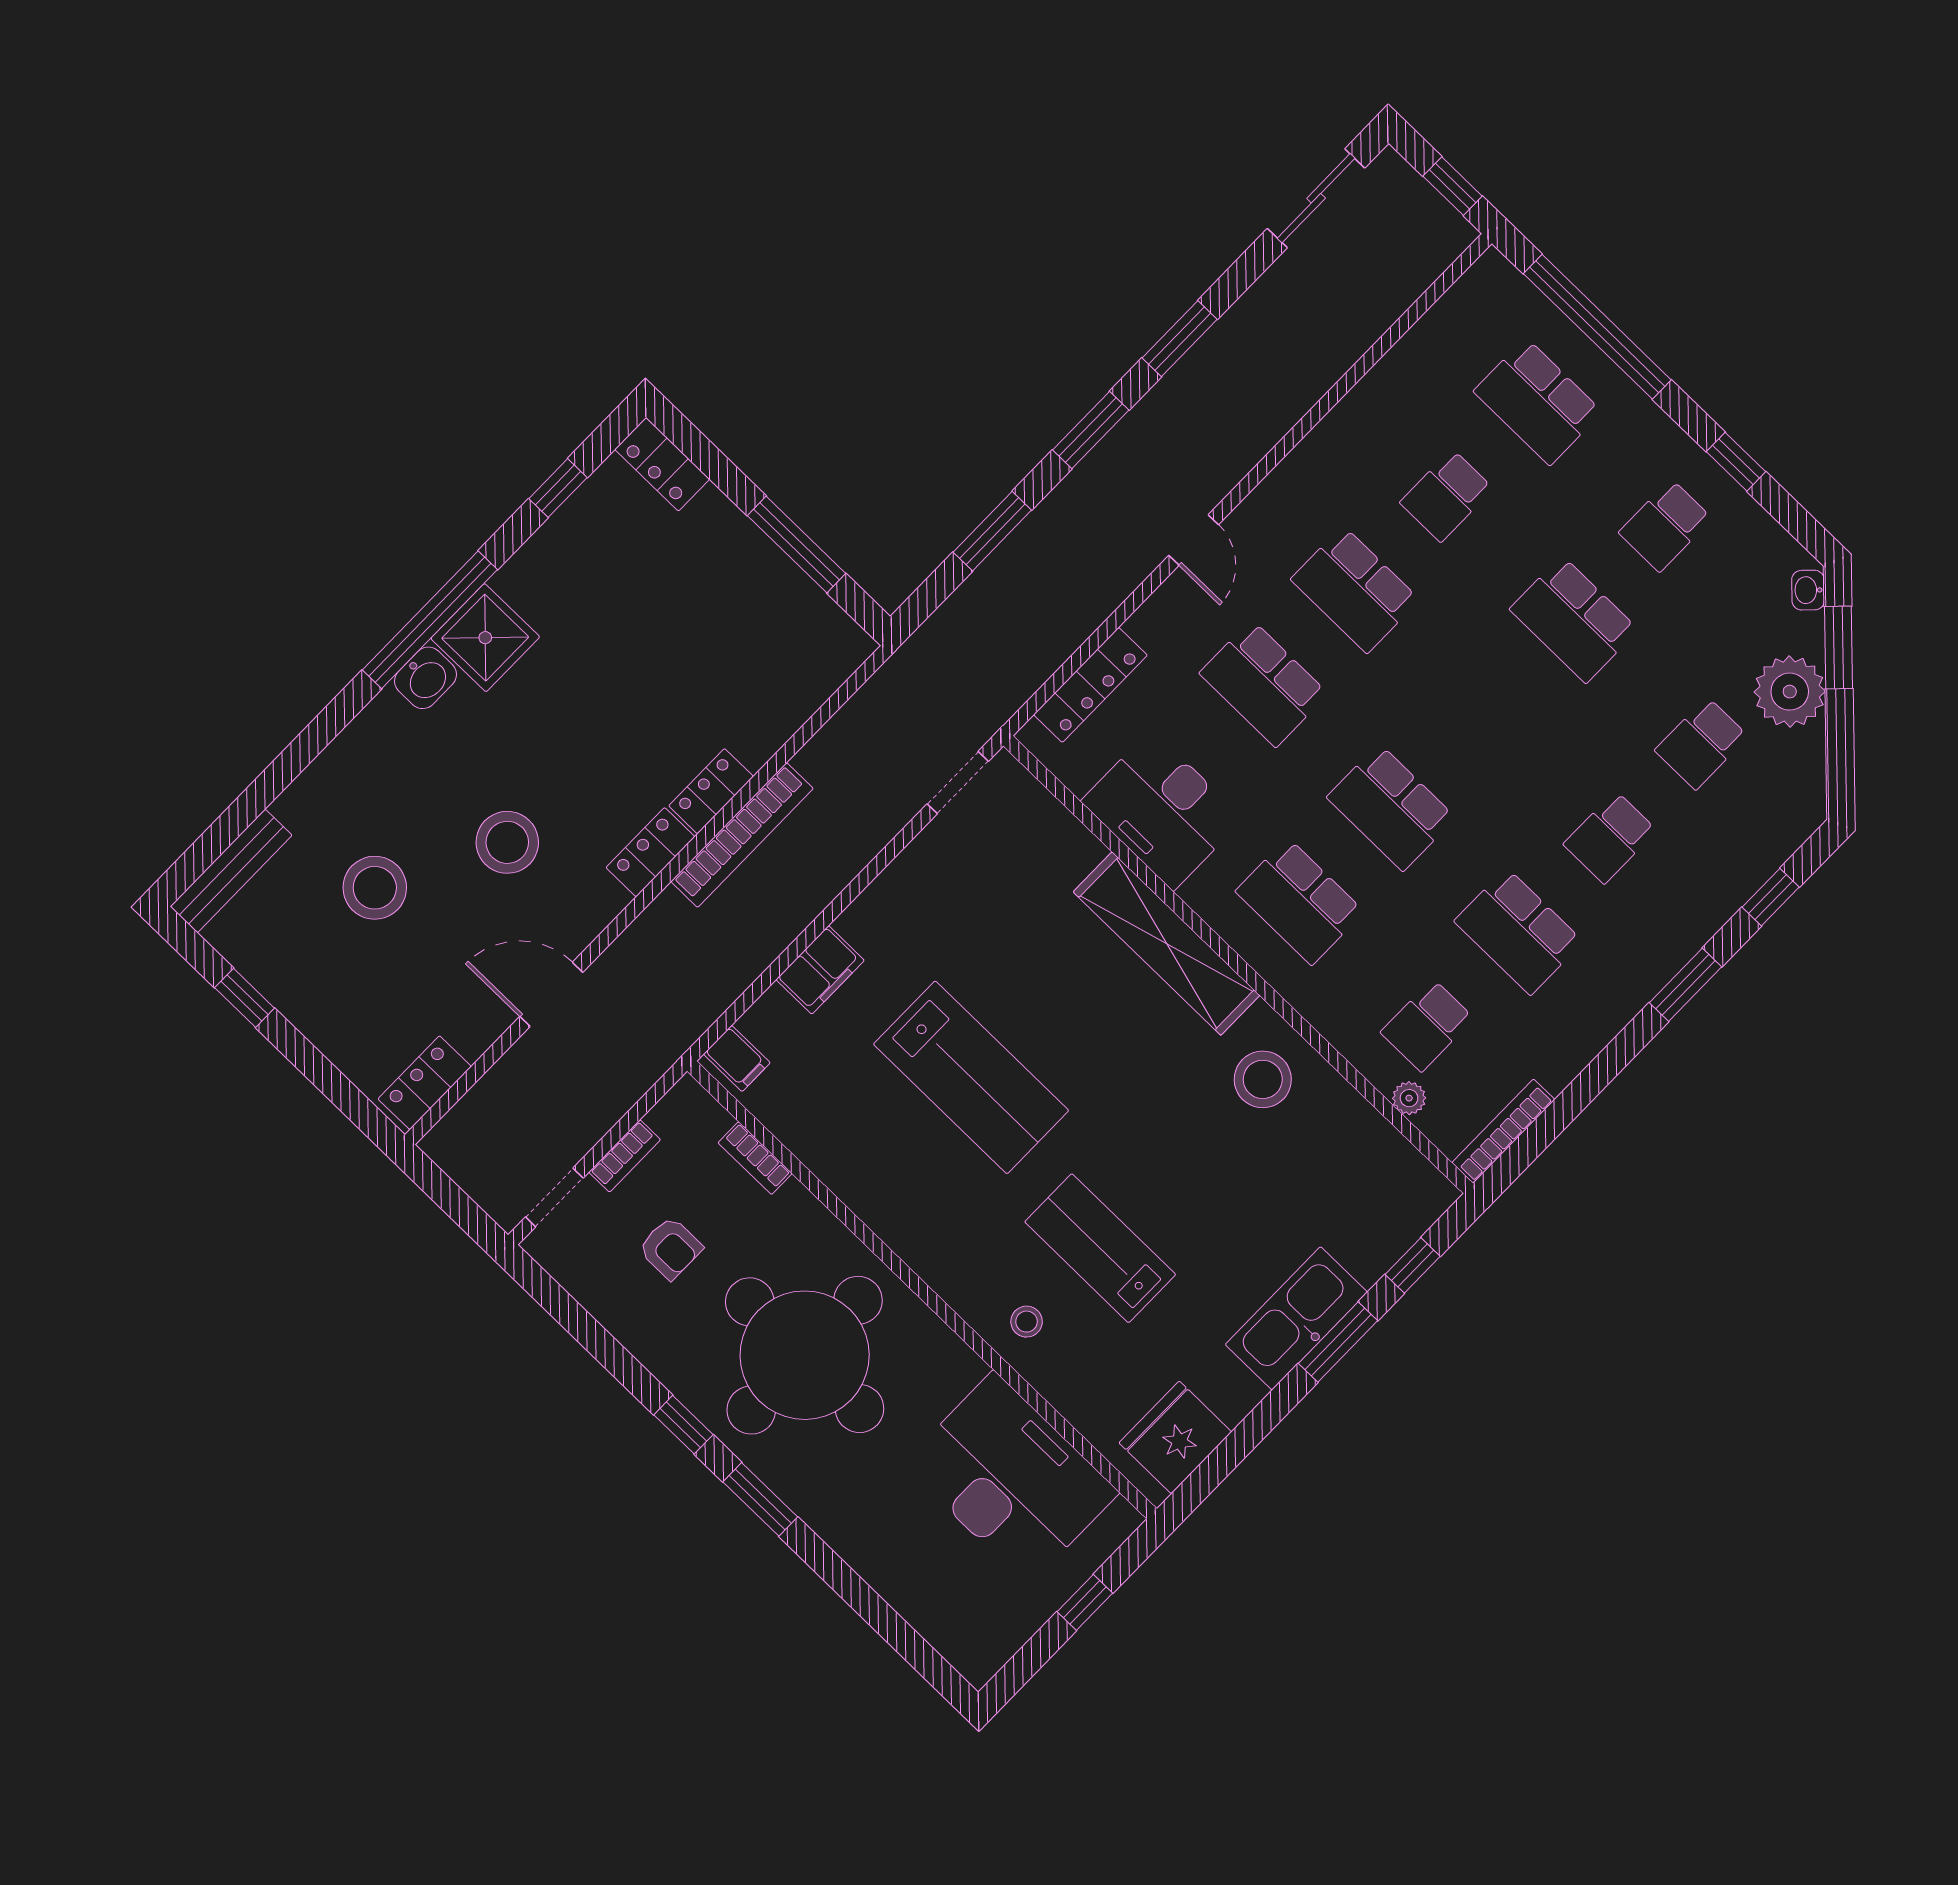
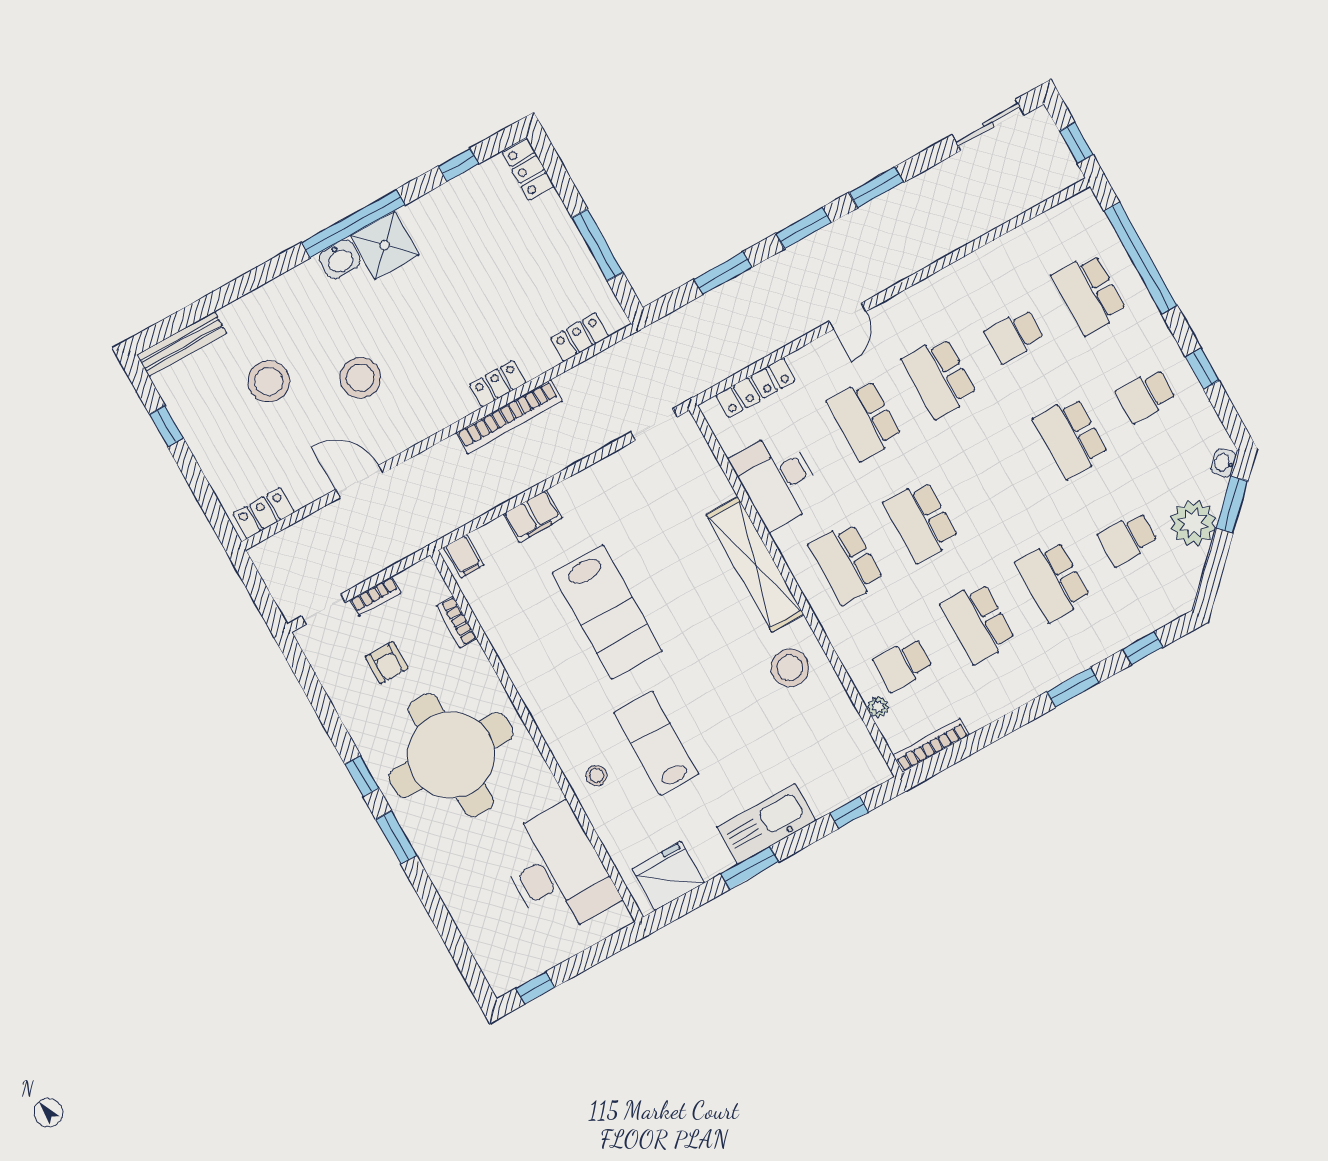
school desk: (1610, 837) -> (1053, 581), width x1.85
locker: (650, 852) -> (580, 337), moved
window: (1338, 1342) -> (750, 868), moved
window: (1085, 1602) -> (535, 988), moved

